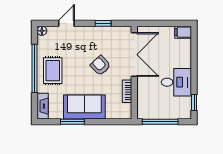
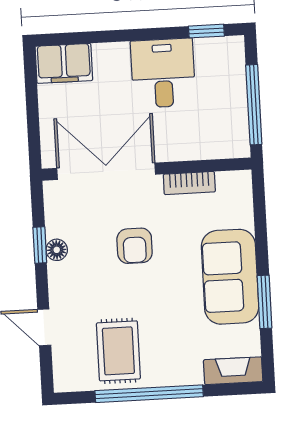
floor lamp: (42, 31) -> (57, 250), moved
filing cabinet: (183, 32) -> (64, 63), width x2.00
armchair: (100, 65) -> (135, 246), turned -47
rug: (53, 71) -> (118, 351), moved, turned 90

